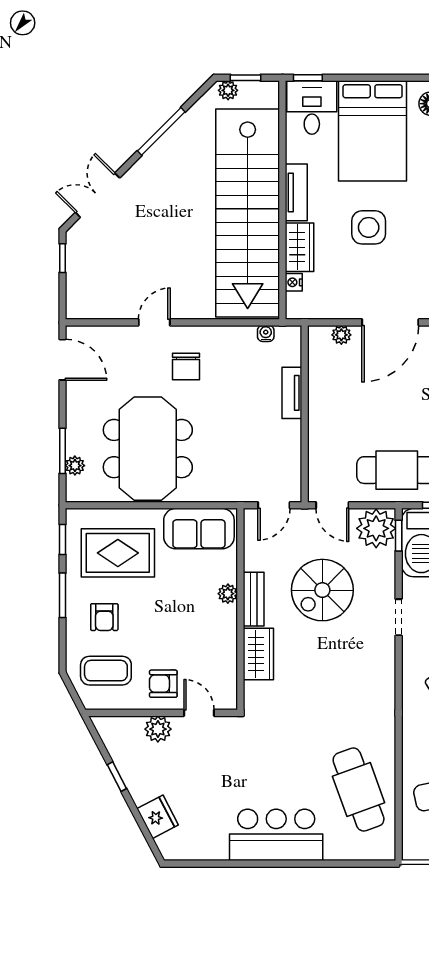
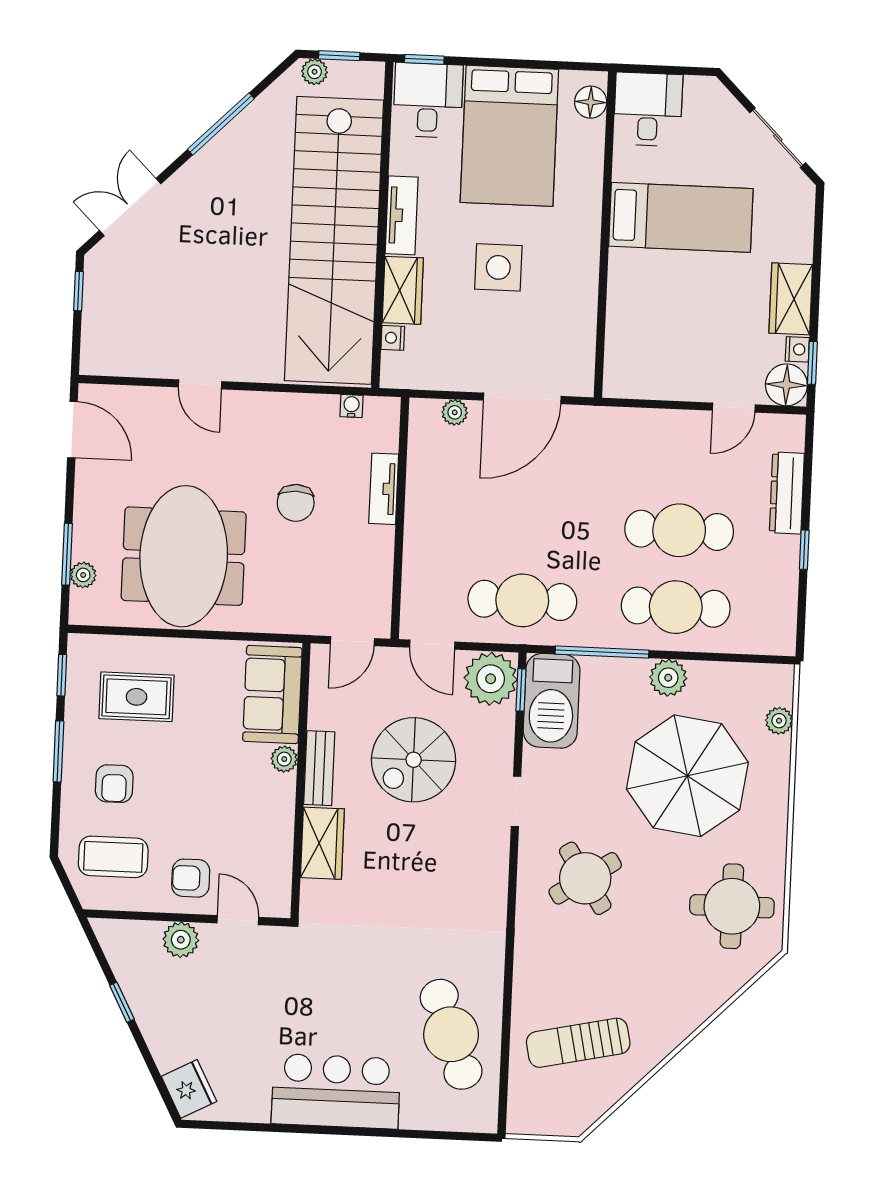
door: (154, 322) -> (200, 384), swing flipped
chair: (186, 366) -> (296, 503), moved
sofa: (199, 529) -> (272, 694), moved, turned 90
rug: (118, 553) -> (136, 697), width x0.73, depth x0.70
fridge: (158, 817) -> (189, 1089), moved

